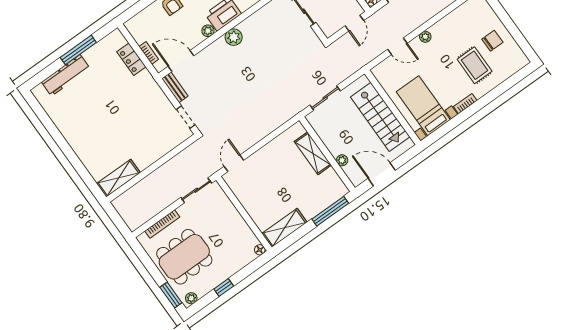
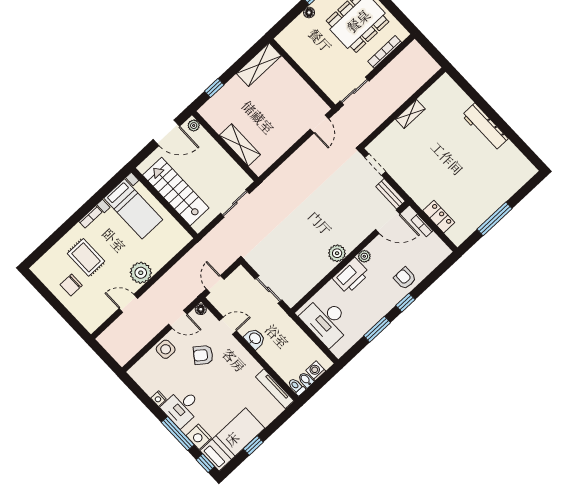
plant: (425, 37) -> (141, 273), width x1.87, depth x1.87
door: (397, 46) -> (128, 303), moved
workbench: (66, 75) -> (485, 127), moved, turned -90
plant: (342, 160) -> (194, 126), moved
shelving: (118, 178) -> (410, 114), moved, width x0.67, depth x0.75
window: (330, 211) -> (214, 88), width x0.46
floor lamp: (260, 250) -> (309, 13), moved

